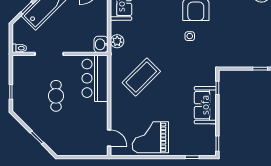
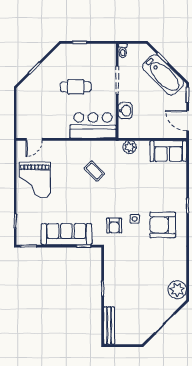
washbasin: (101, 44) -> (125, 111), moved, turned 90
armchair: (196, 57) -> (114, 226), added
coffee table: (141, 77) -> (94, 171), width x0.54, depth x0.58
sofa: (205, 105) -> (66, 234), width x1.36
grand piano: (150, 137) -> (35, 180), turned 180

